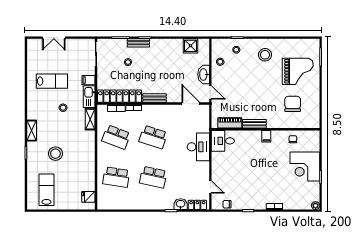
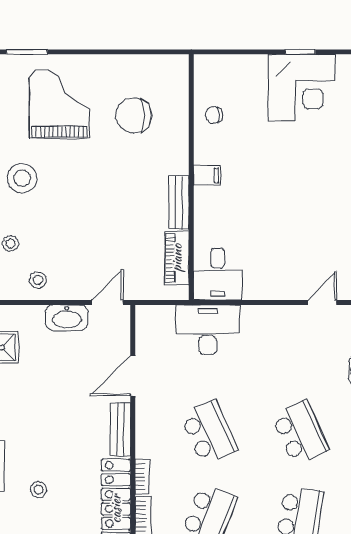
door: (191, 104) -> (133, 376), moved
school desk: (153, 137) -> (209, 432), turned -42
desk: (198, 147) -> (208, 330), moved
corner desk: (305, 167) -> (302, 88), moved
school desk: (153, 177) -> (300, 432), turned -36

